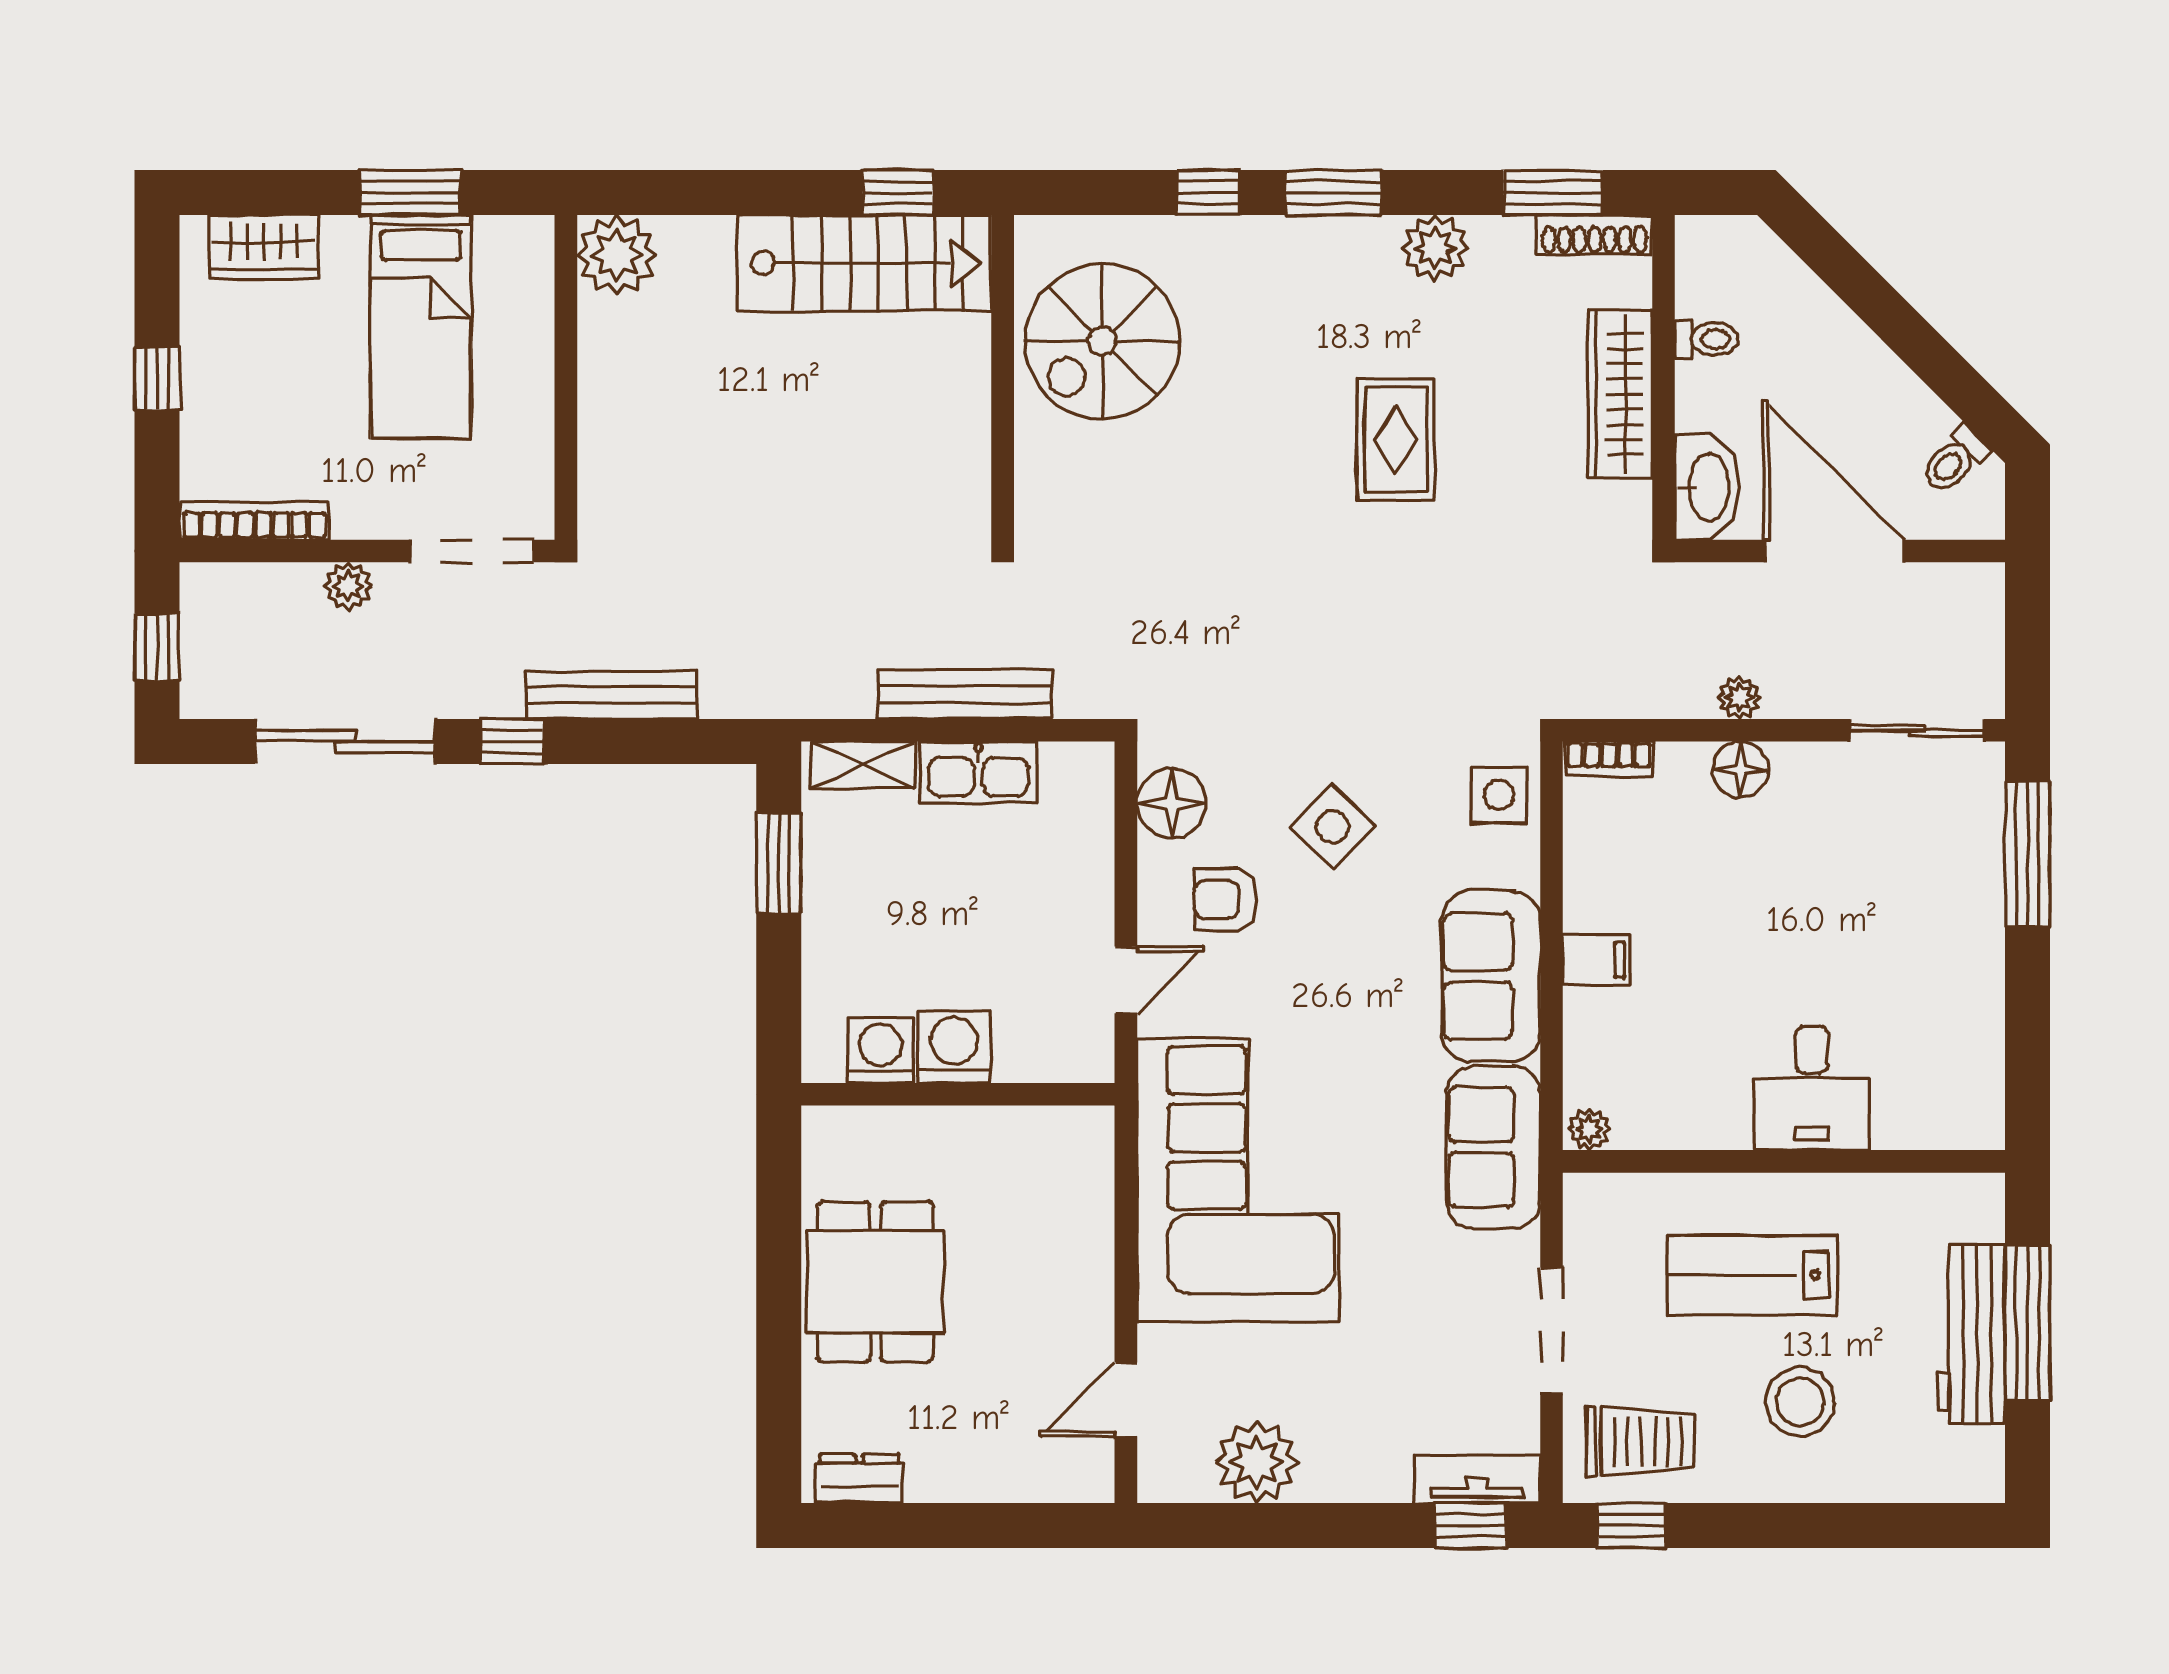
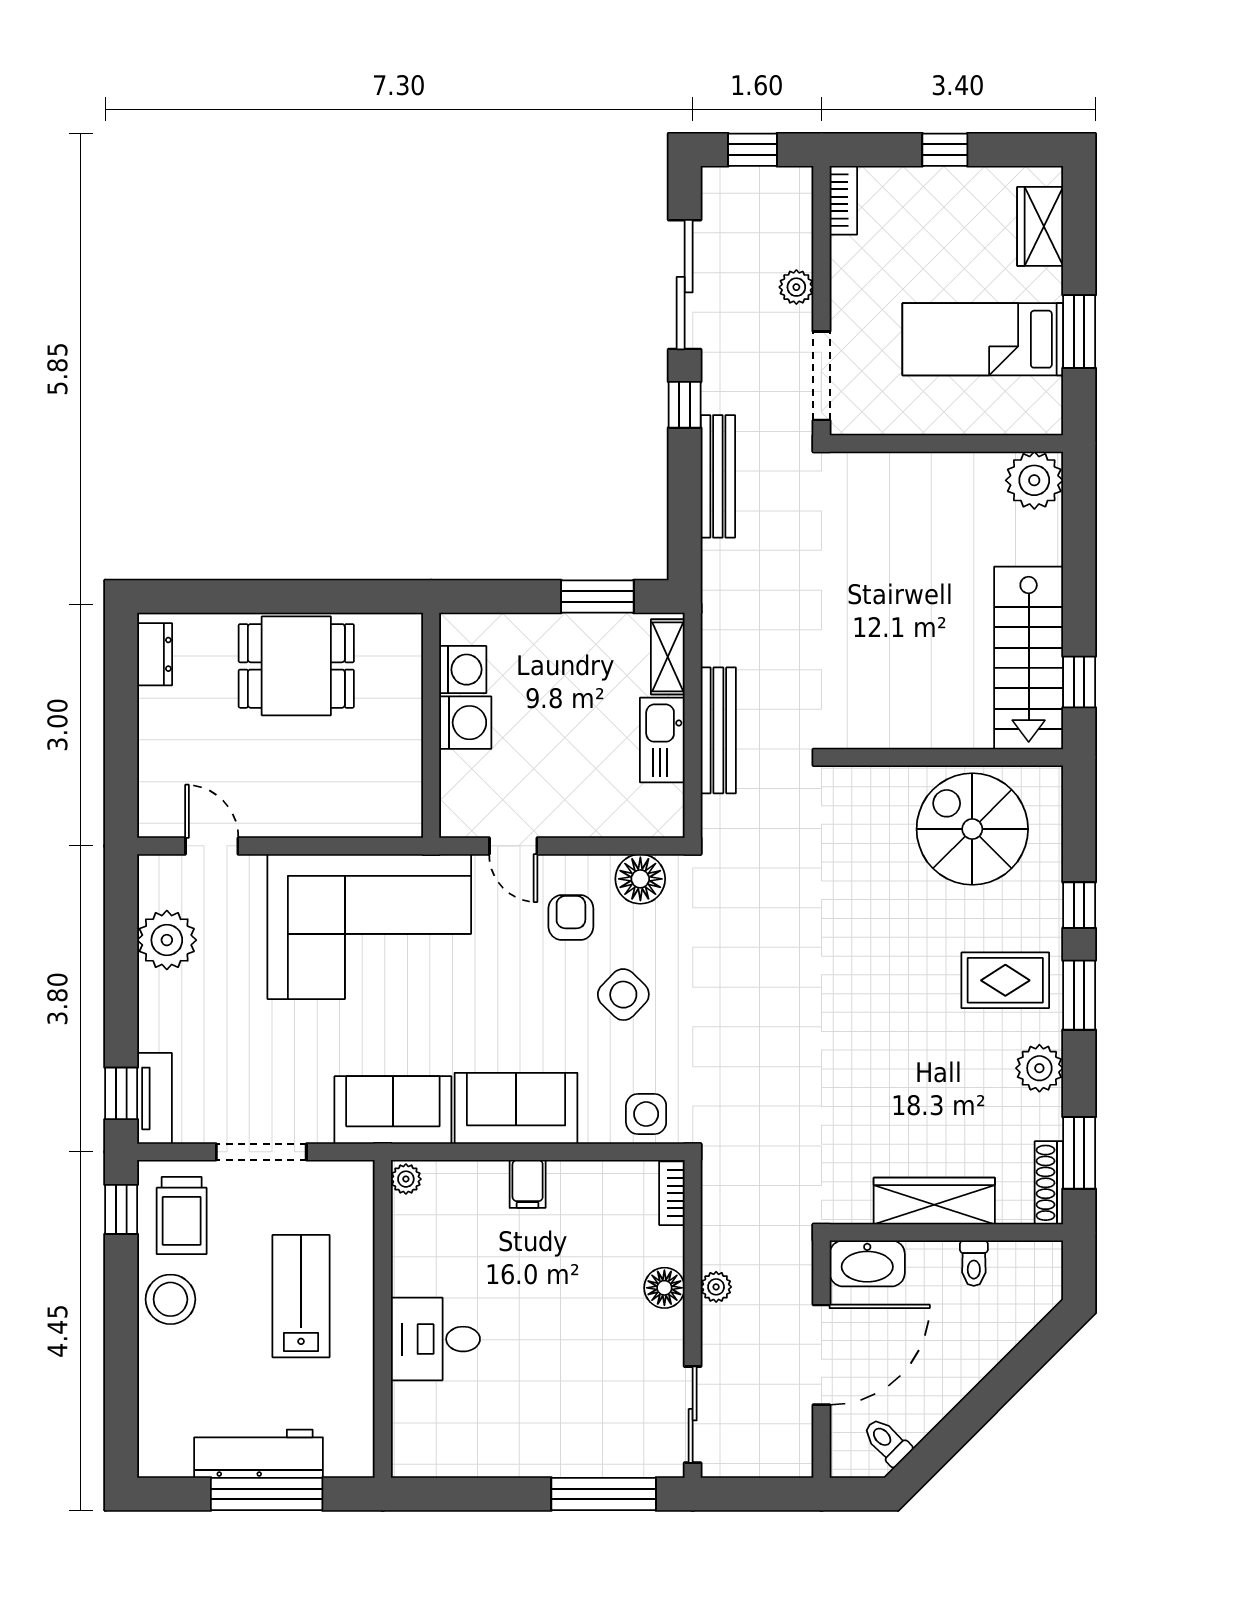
rug: (1396, 440) -> (1005, 980), moved
bookcase: (254, 521) -> (843, 200), width x0.64
stool: (1800, 1402) -> (170, 1299), moved

